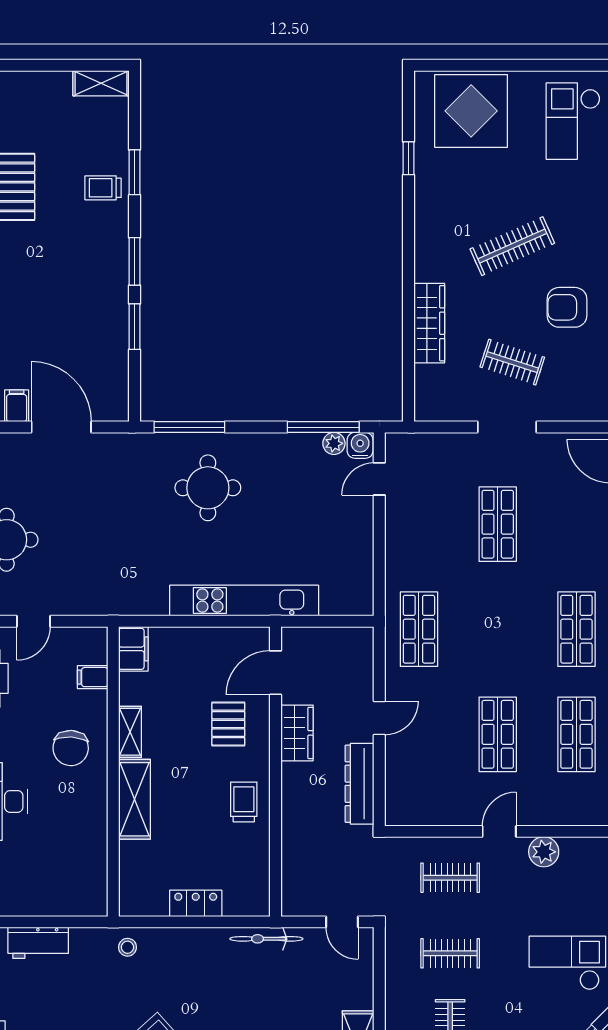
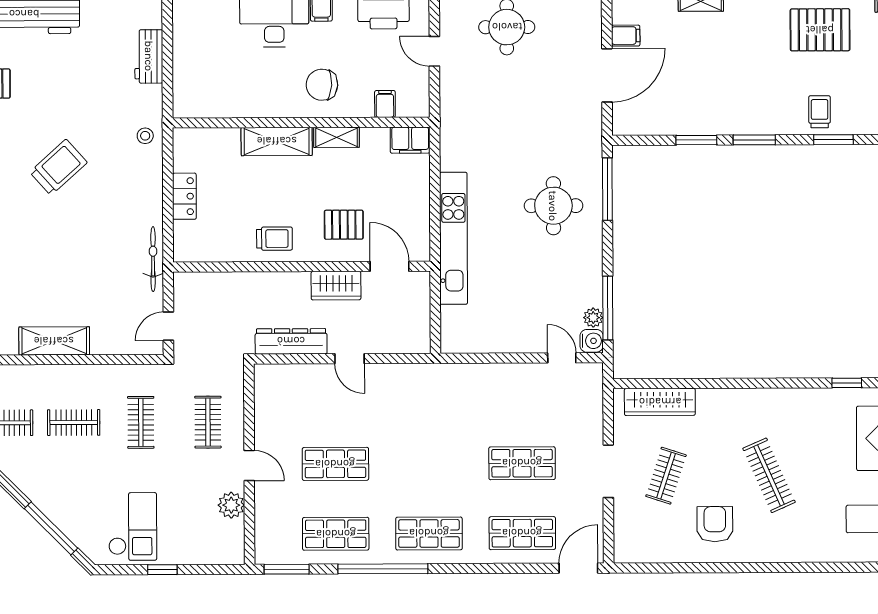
wardrobe: (429, 323) -> (660, 402), moved
shop shelf: (419, 629) -> (522, 533), moved

